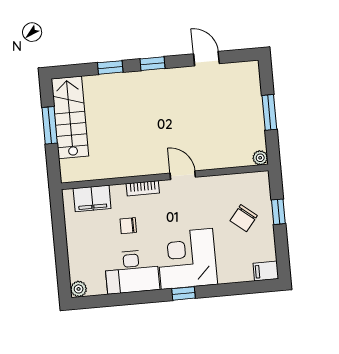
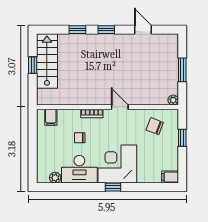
window: (50, 125) -> (33, 65), width x0.67
filing cabinet: (92, 198) -> (51, 117), width x0.50
chair: (244, 218) -> (155, 126), moved, turned 72
plant: (79, 289) -> (55, 178), moved

